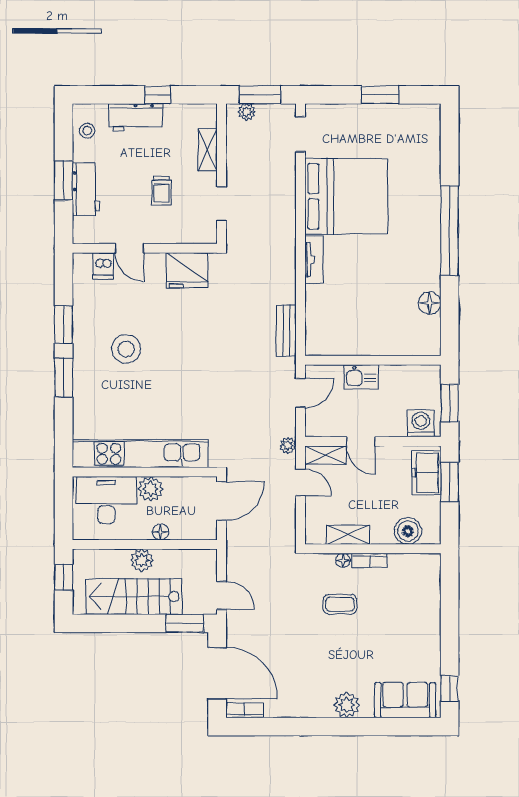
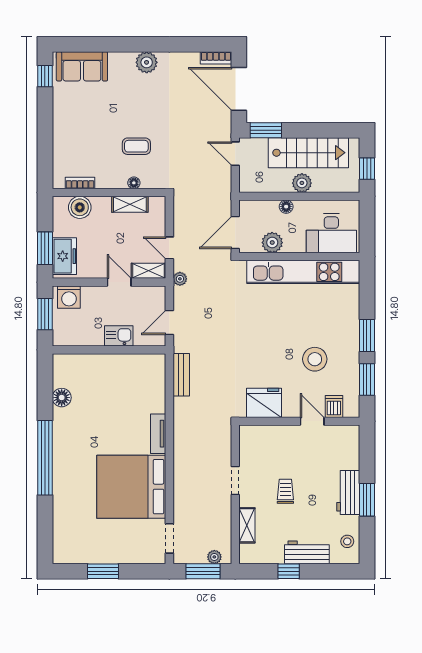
door: (129, 248) -> (312, 421), moved
wall: (145, 248) -> (299, 421), moved
dishwasher: (103, 266) -> (334, 407), moved
fridge: (187, 270) -> (264, 403), moved
plant: (151, 489) -> (272, 243), moved
bookcase: (370, 560) -> (80, 183), moved
plant: (347, 705) -> (147, 62), moved

